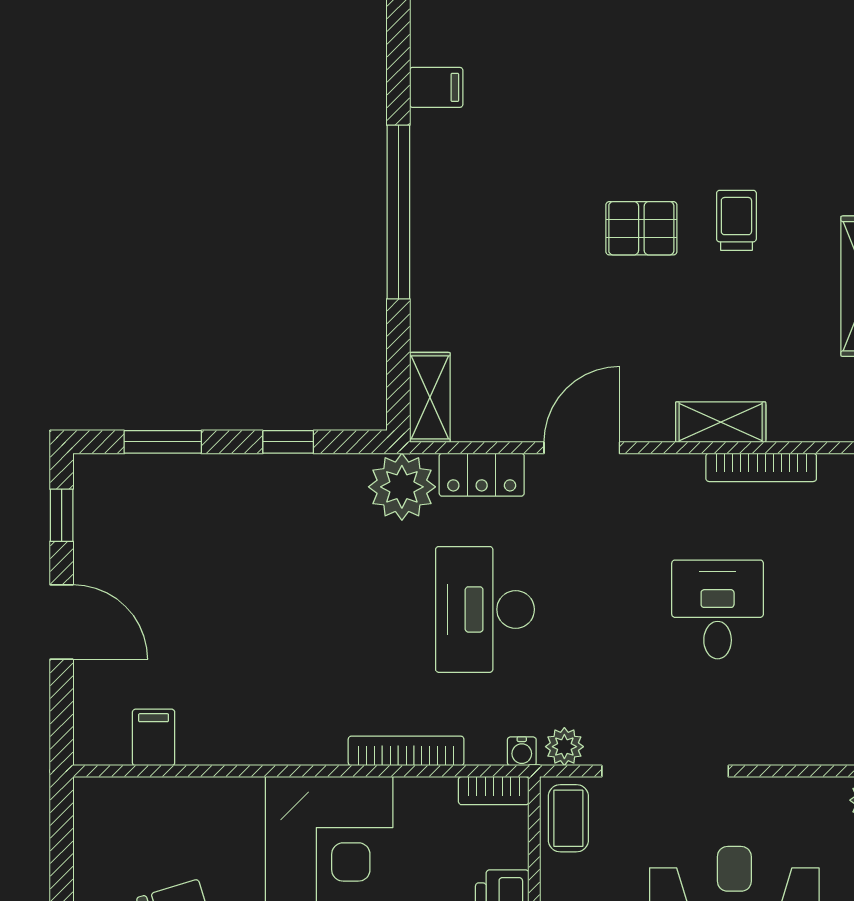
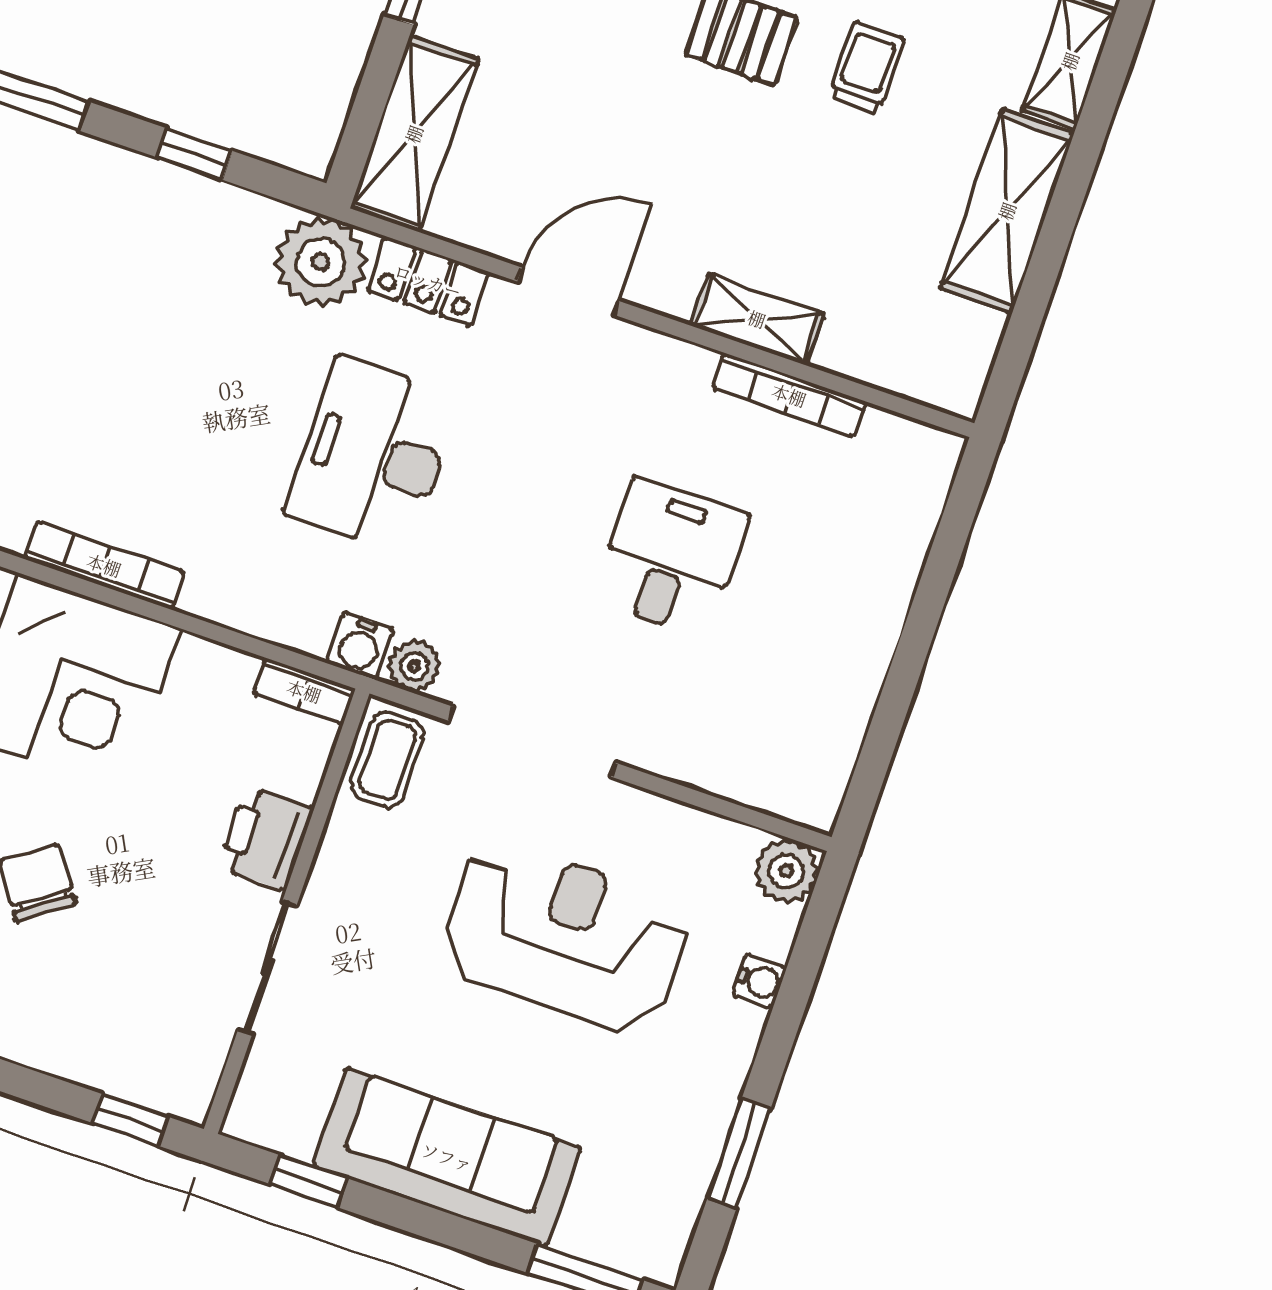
shelving: (430, 397) -> (414, 134), width x1.50, depth x1.33
bookcase: (406, 751) -> (104, 565), moved
water cooler: (522, 751) -> (360, 646), width x1.38, depth x1.38

